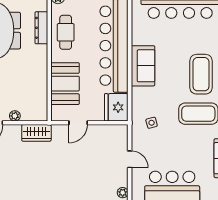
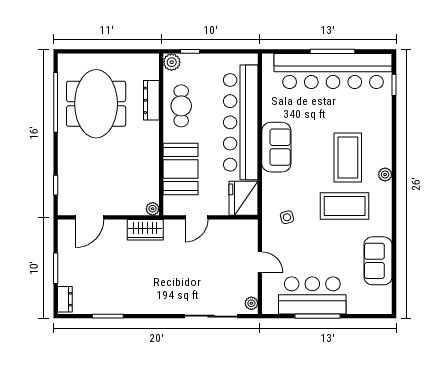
plant: (15, 116) -> (153, 209), moved

